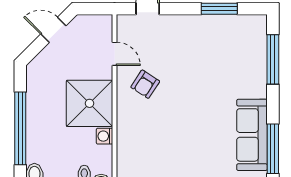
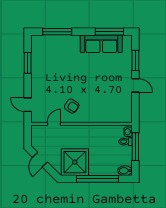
shower: (89, 103) -> (75, 162), moved
washing machine: (105, 136) -> (102, 130), removed

